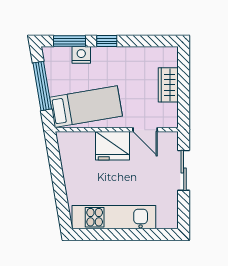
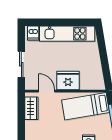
wardrobe: (168, 85) -> (31, 108), moved
dishwasher: (166, 218) -> (33, 33), added

